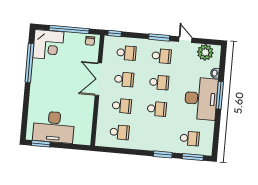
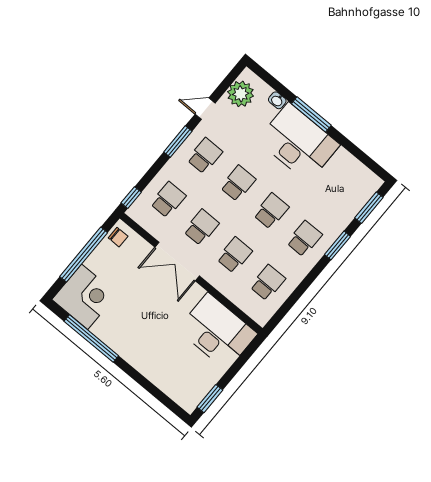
desk: (54, 127) -> (217, 332), moved, turned -90
school desk: (190, 138) -> (304, 239), moved

